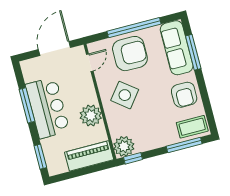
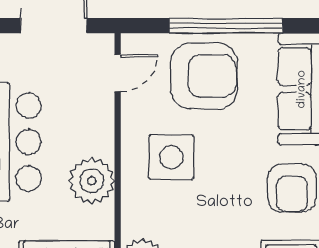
side table: (125, 95) -> (171, 157), turned -38

